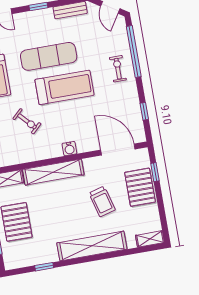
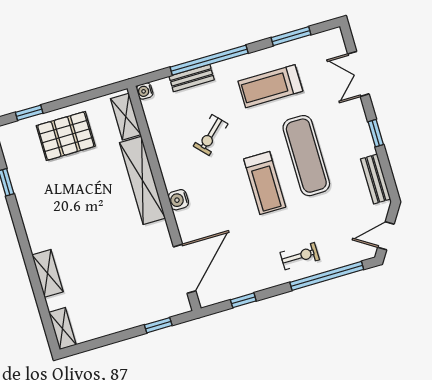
treadmill: (64, 87) -> (265, 183), width x0.73, depth x0.73
pallet: (140, 187) -> (135, 306), removed
trolley: (102, 201) -> (108, 254), removed
shelving: (92, 246) -> (48, 273), width x0.45, depth x0.75

